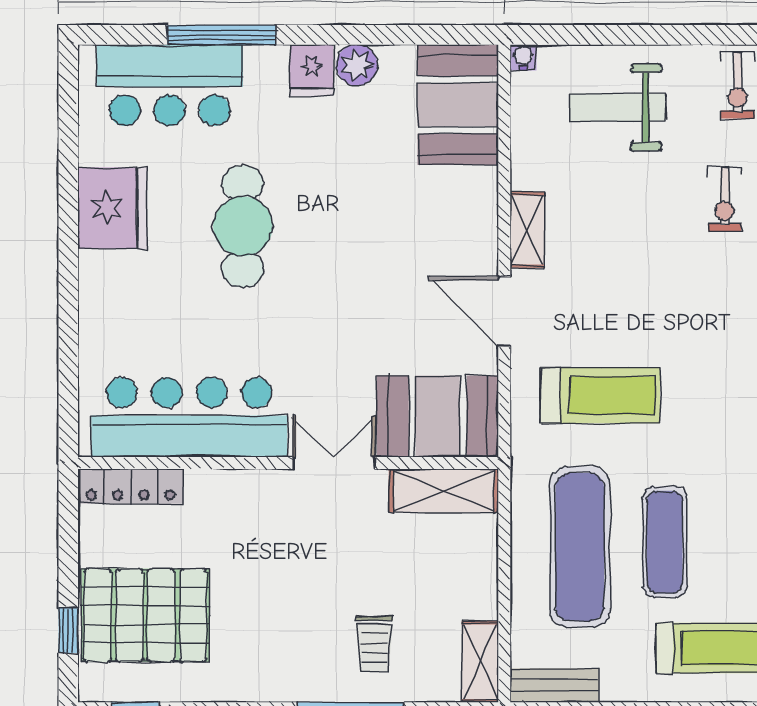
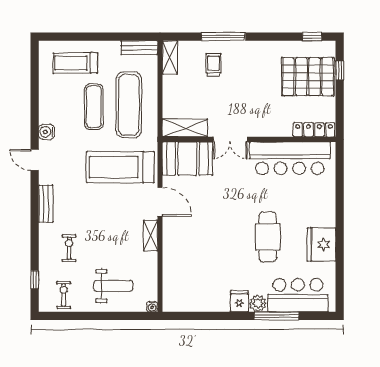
plant: (357, 65) -> (258, 303), moved
booth: (458, 105) -> (179, 287), removed
treadmill: (600, 395) -> (120, 167), width x1.37, depth x1.38

